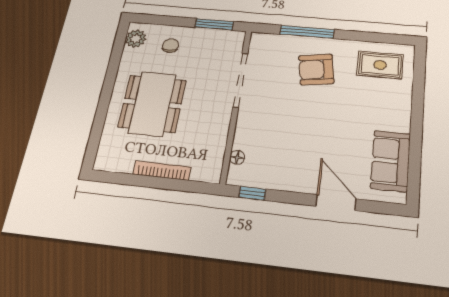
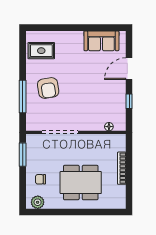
rug: (380, 65) -> (41, 51), turned 90
window: (252, 193) -> (129, 101), moved

